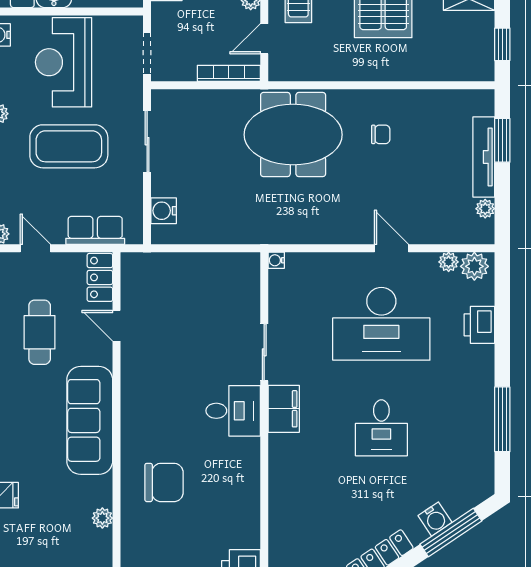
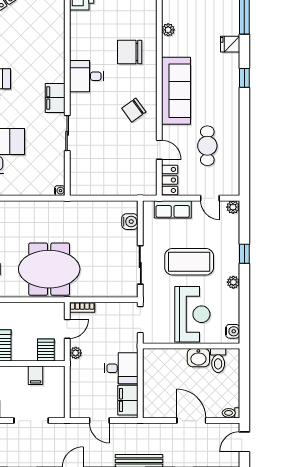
bookcase: (229, 73) -> (82, 307), width x0.64
chair: (157, 389) -> (134, 110), added
desk: (233, 411) -> (87, 76), moved

